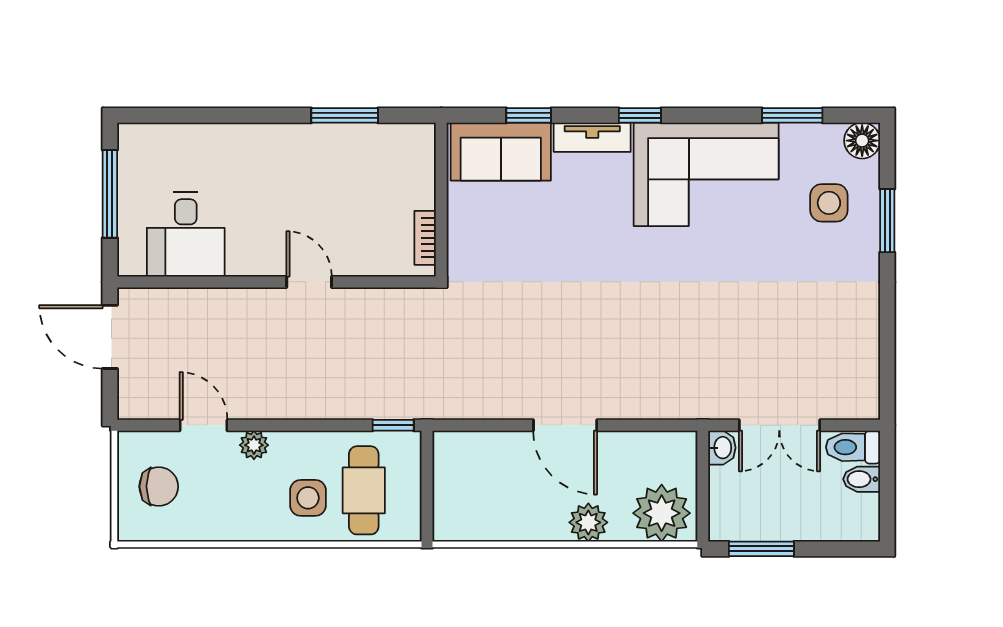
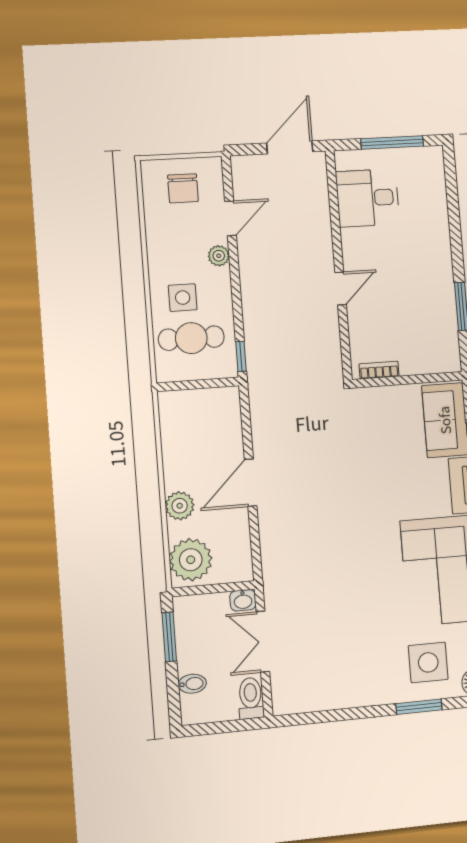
side table: (829, 203) -> (428, 662), width x1.37, depth x1.37
bidet: (862, 479) -> (192, 684), moved, turned 90

